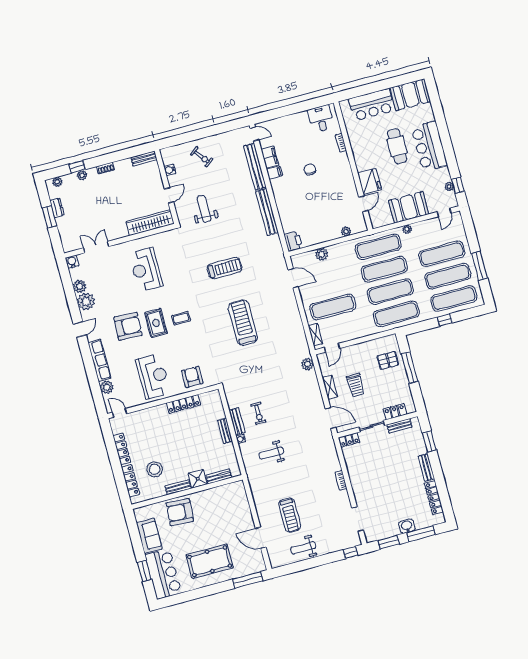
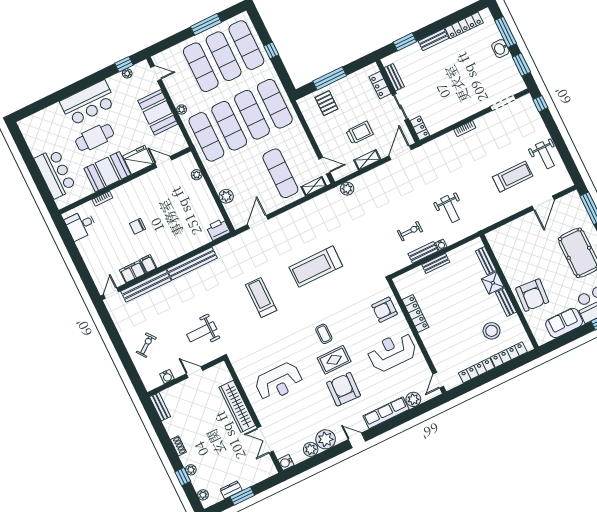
booth: (410, 95) -> (107, 172), moved, turned 90
wardrobe: (150, 223) -> (237, 406), moved

